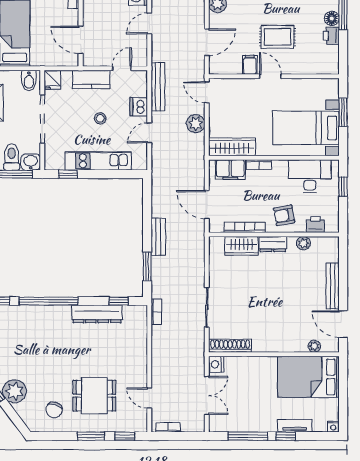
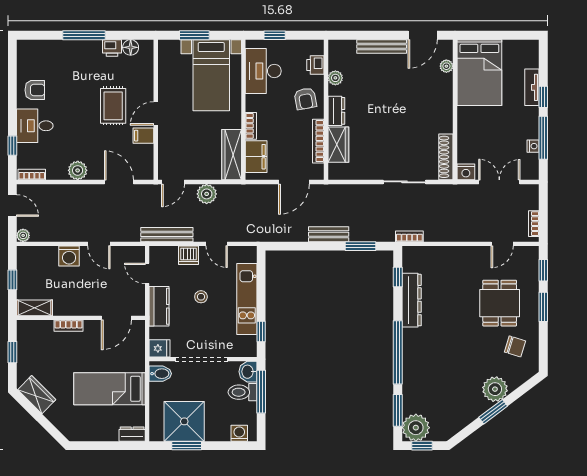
floor lamp: (332, 19) -> (131, 47), moved
nightstand: (333, 427) -> (533, 146), moved

